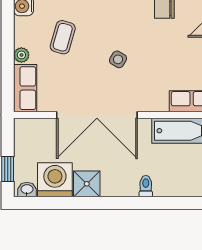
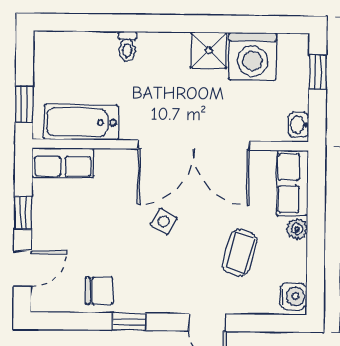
double door: (97, 115) -> (194, 145), swing flipped
washbasin: (27, 190) -> (299, 125), moved, turned 90

